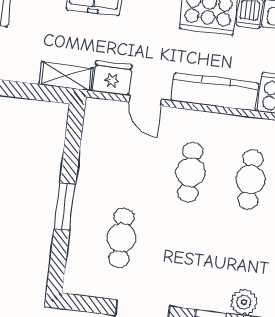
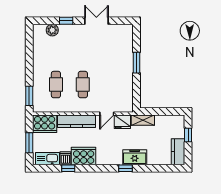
door: (145, 101) -> (107, 114), swing flipped
cafe table: (121, 238) -> (110, 52), removed

